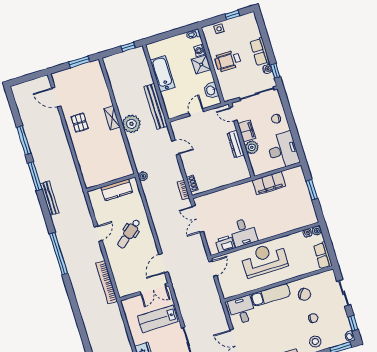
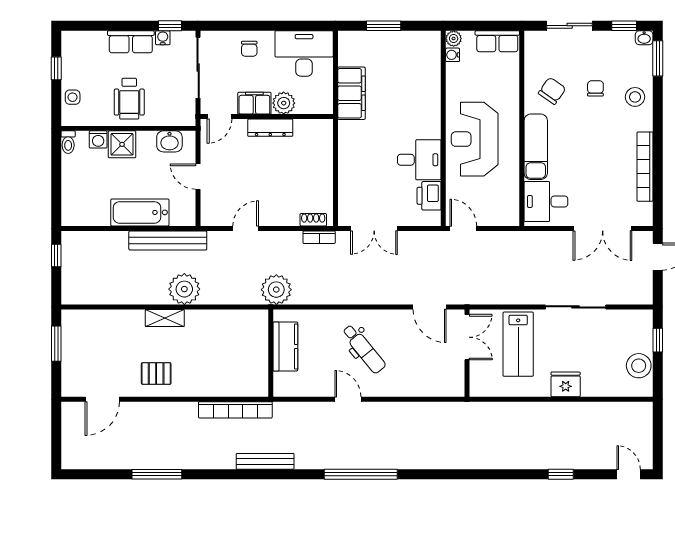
bathtub: (163, 74) -> (140, 212), moved
window: (35, 176) -> (221, 474), removed
plant: (143, 176) -> (276, 290), width x1.87, depth x1.87
bookcase: (107, 282) -> (235, 410), moved

